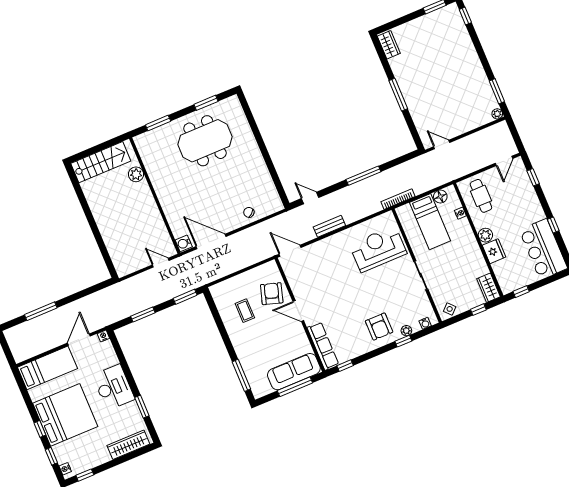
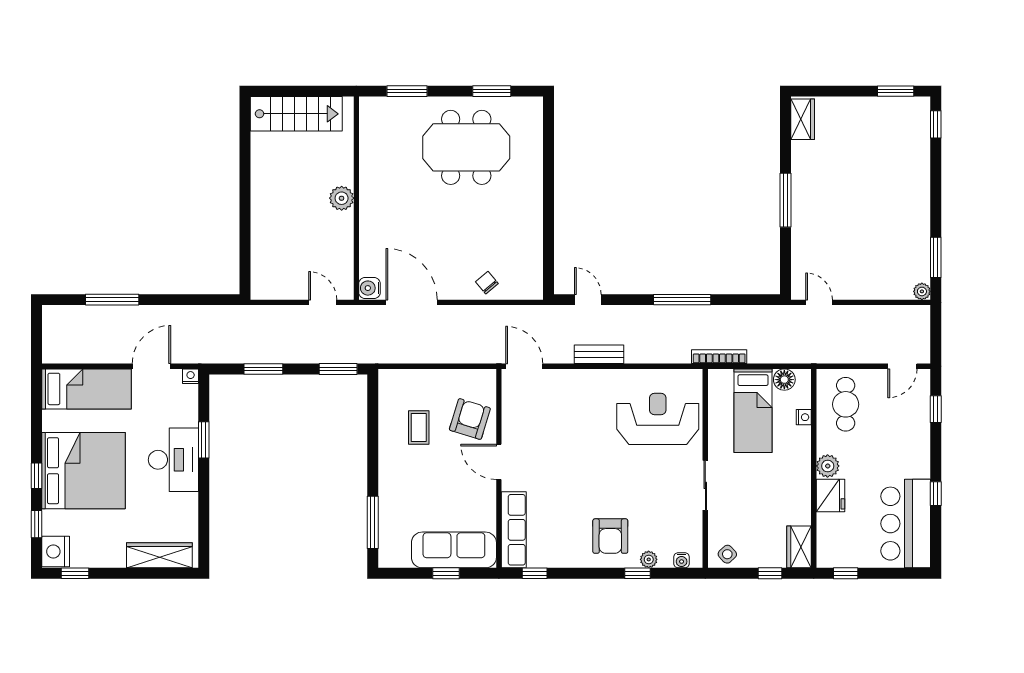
plant: (136, 174) -> (342, 198), moved
window: (295, 387) -> (446, 573), width x0.46
window: (142, 407) -> (204, 440), moved
nightstand: (65, 469) -> (56, 551), width x1.89, depth x1.79

